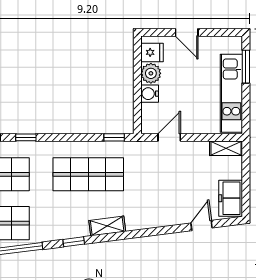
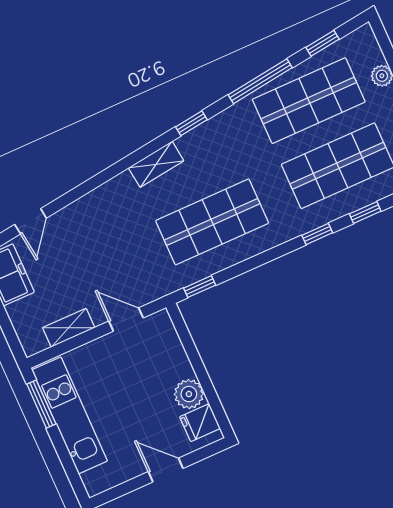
window: (246, 67) -> (41, 404), moved
water cooler: (150, 94) -> (179, 366), removed
door: (169, 137) -> (126, 319), swing flipped
shelving: (226, 148) -> (69, 328), moved

